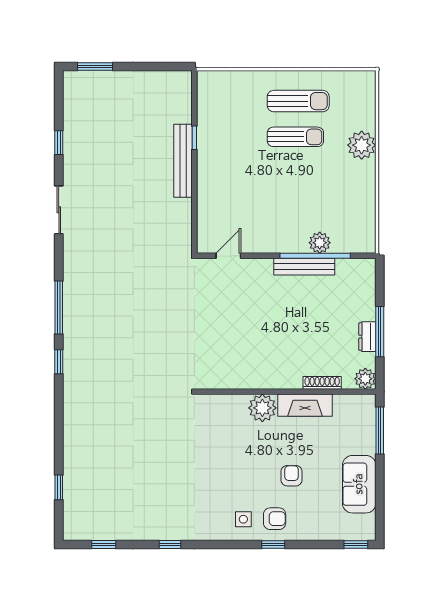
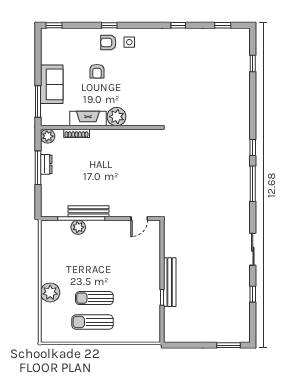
sofa: (359, 484) -> (52, 84), moved

